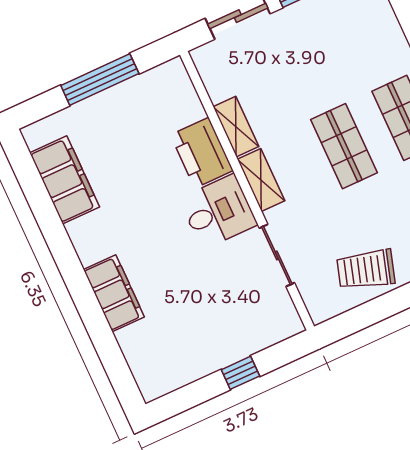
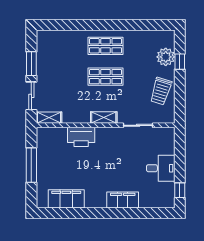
shelving: (236, 127) -> (49, 118), moved
desk: (218, 212) -> (161, 168), moved, turned 90
window: (240, 373) -> (180, 190), moved

